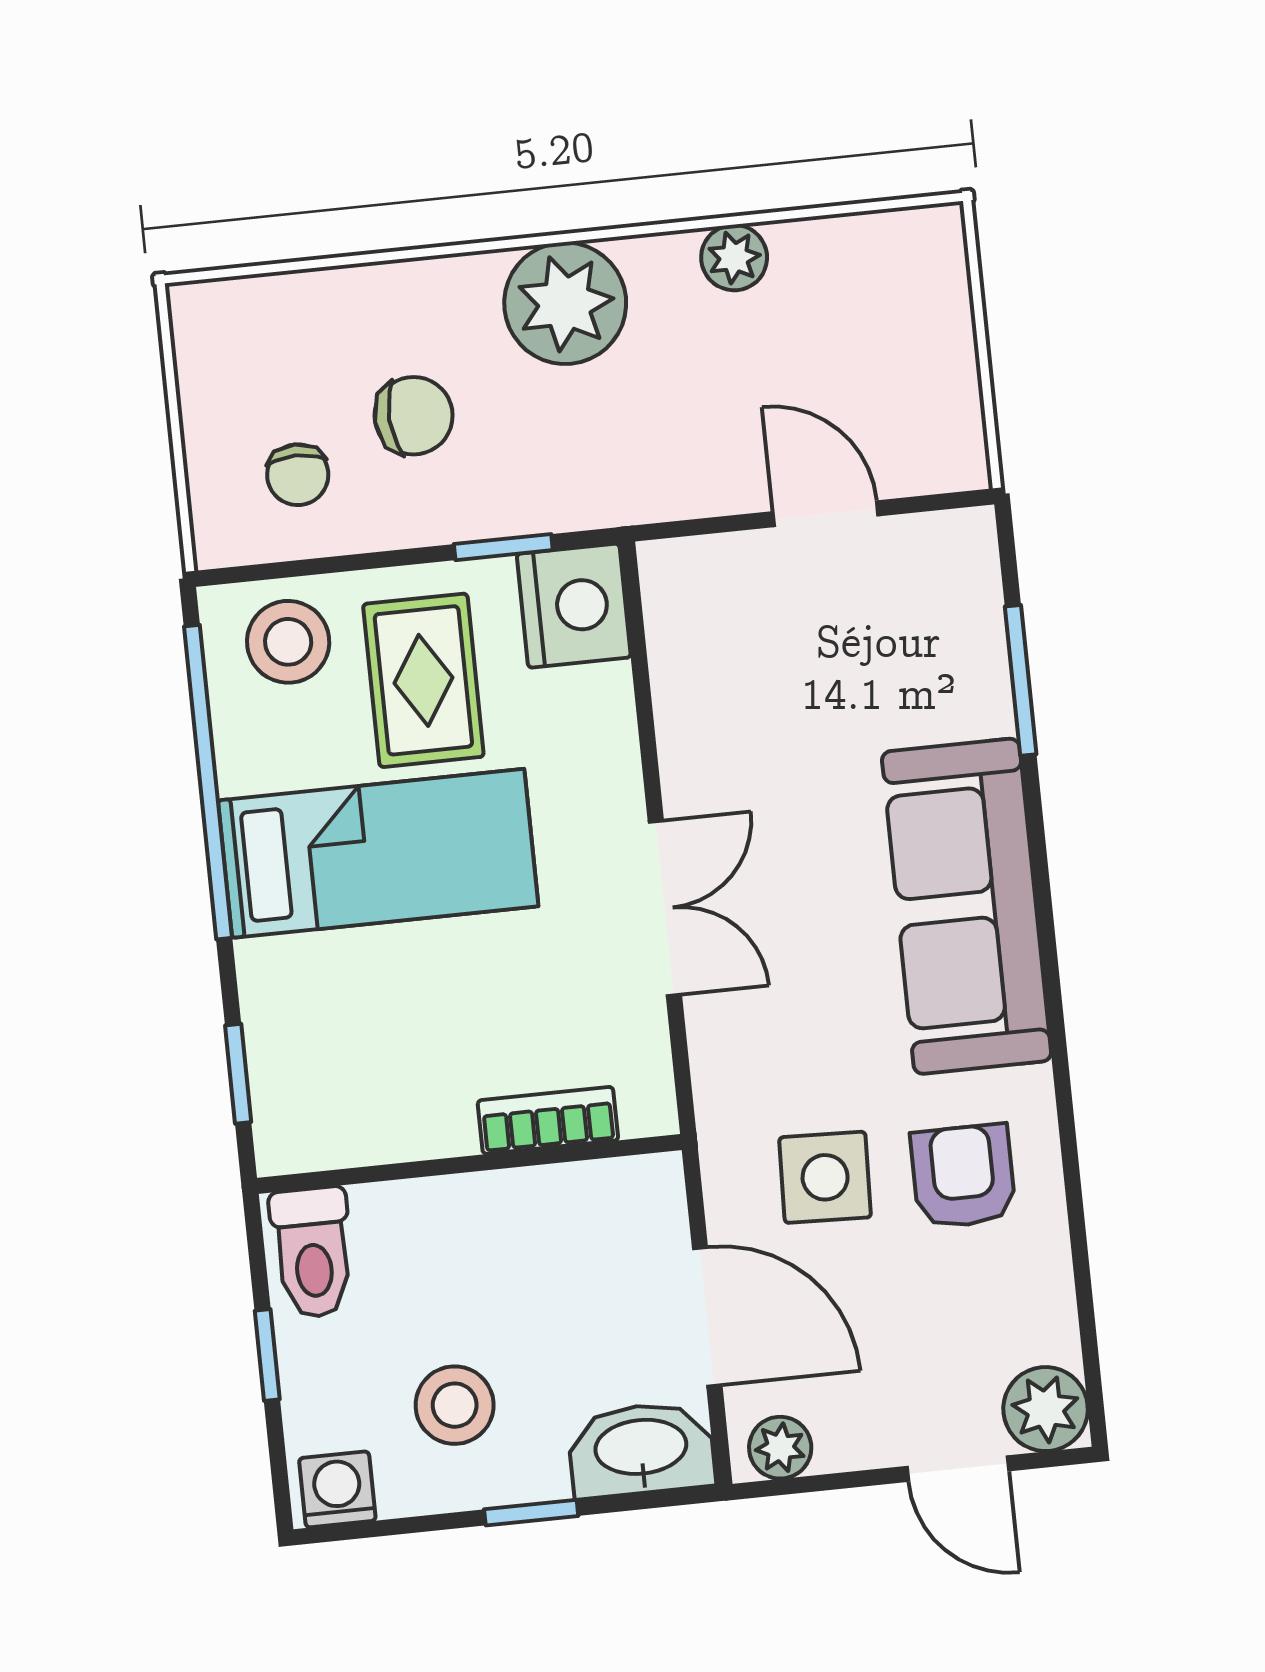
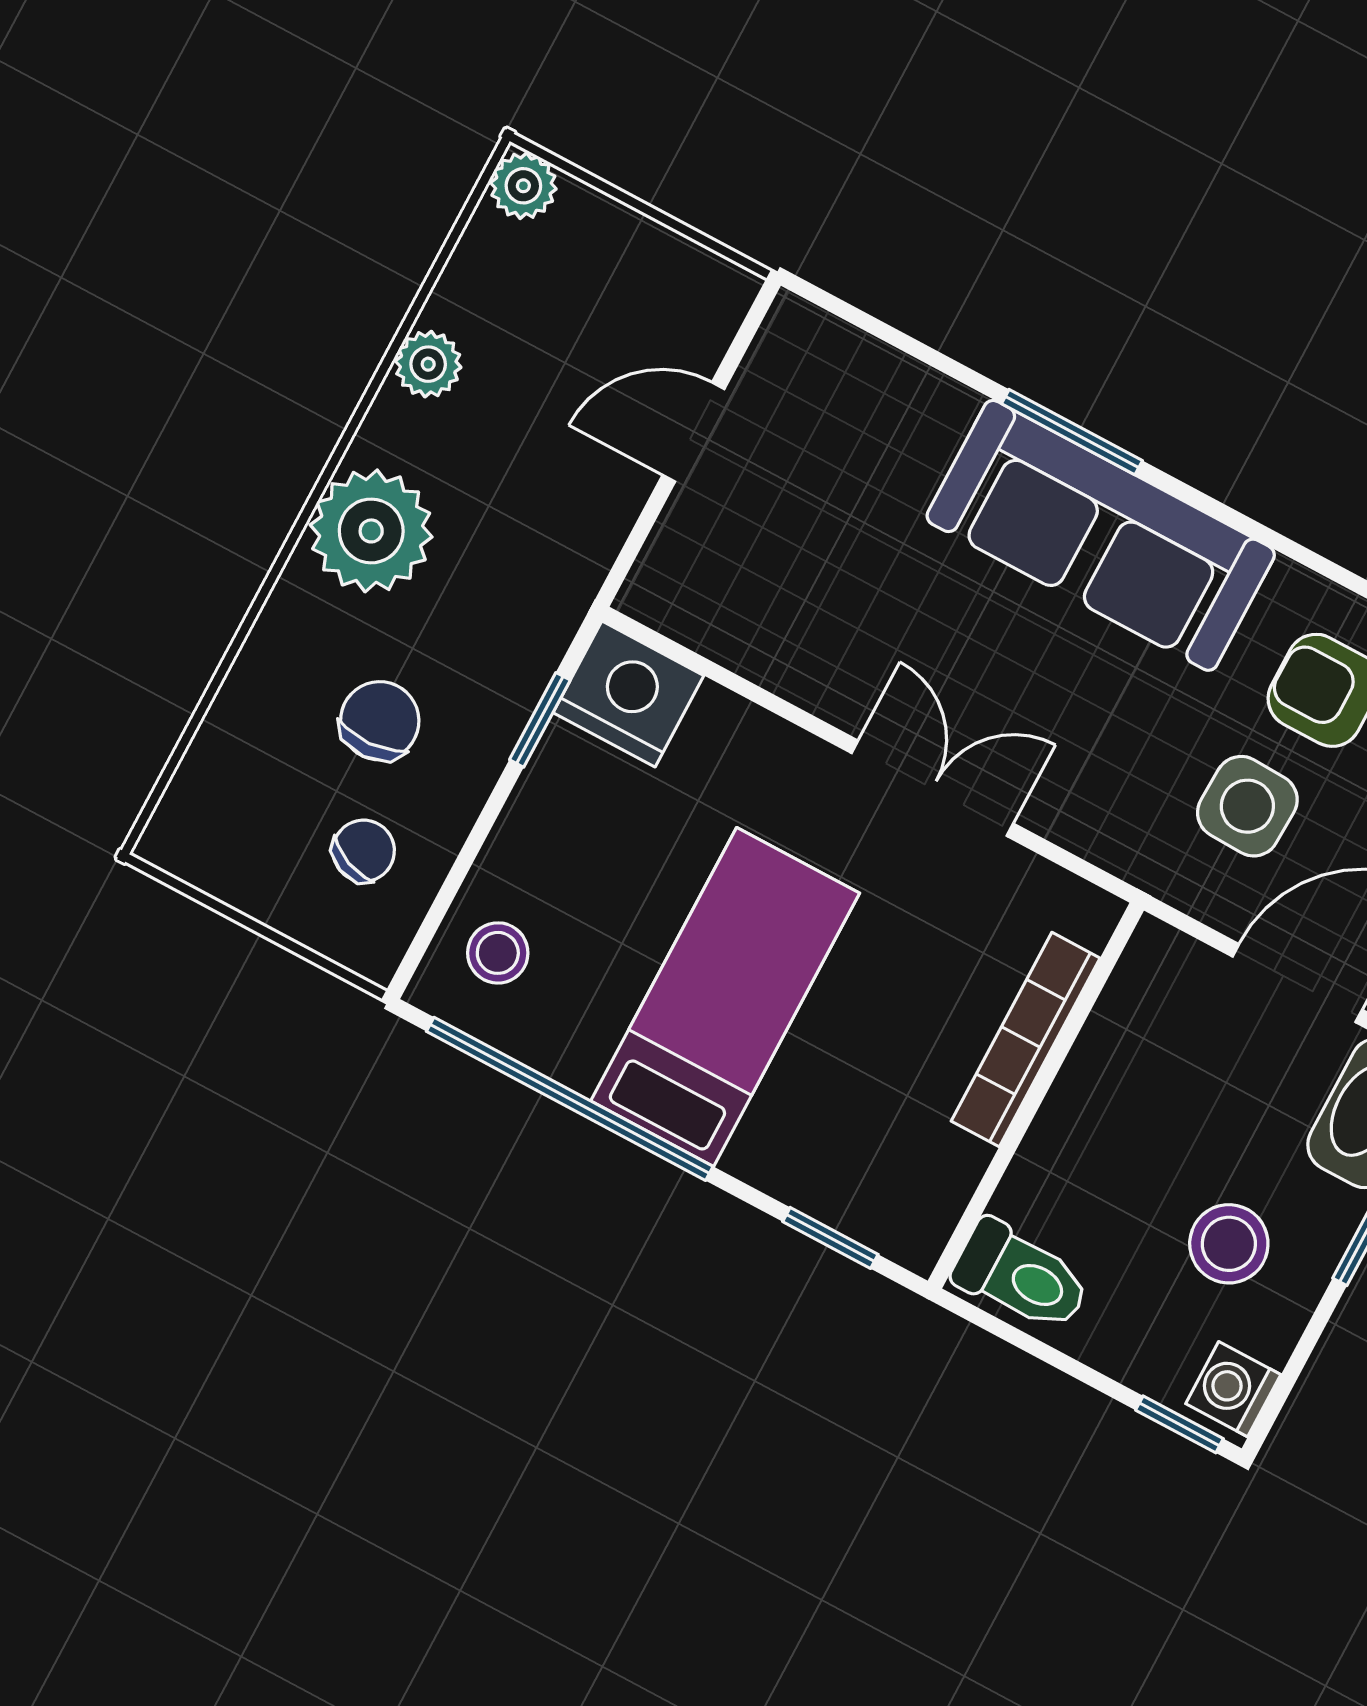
plant: (934, 237) -> (523, 186), added
chair: (298, 475) -> (364, 851), turned -68
stool: (288, 642) -> (498, 953), width x0.73, depth x0.73
rug: (423, 680) -> (606, 862), removed
window: (1021, 680) -> (1072, 432), moved
bookcase: (548, 1120) -> (1026, 1040), width x1.56
window: (267, 1355) -> (1179, 1424), moved

